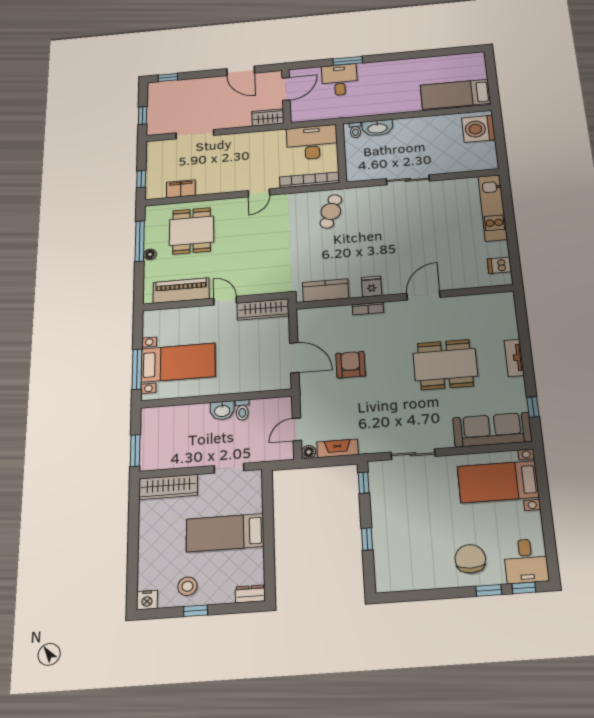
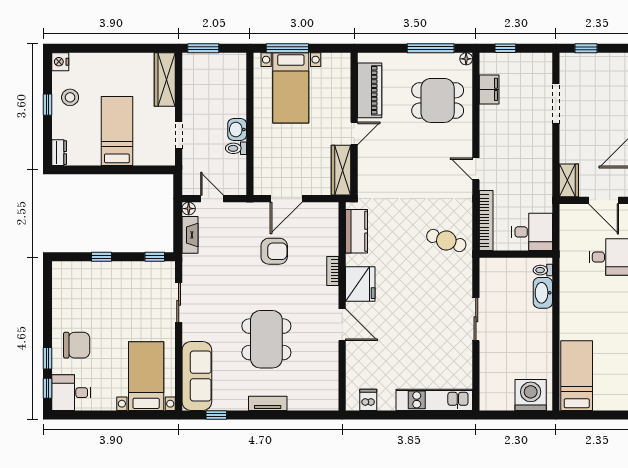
desk: (312, 142) -> (532, 232), width x0.73
floor lamp: (150, 254) -> (466, 59), moved
fridge: (372, 286) -> (360, 284), width x1.88, depth x1.34

